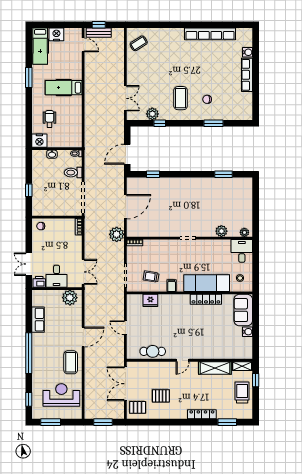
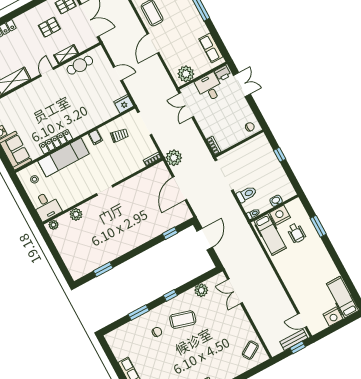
window: (29, 78) -> (318, 226), moved
hospital bed: (64, 88) -> (270, 235), moved, turned 90
coffee table: (181, 98) -> (183, 320), turned -74
window: (160, 123) -> (170, 295), moved
nightstand: (39, 141) -> (280, 215), moved
fridge: (150, 300) -> (124, 104), moved
row of seats: (38, 320) -> (211, 48), moved
shelving: (159, 366) -> (66, 54), added

